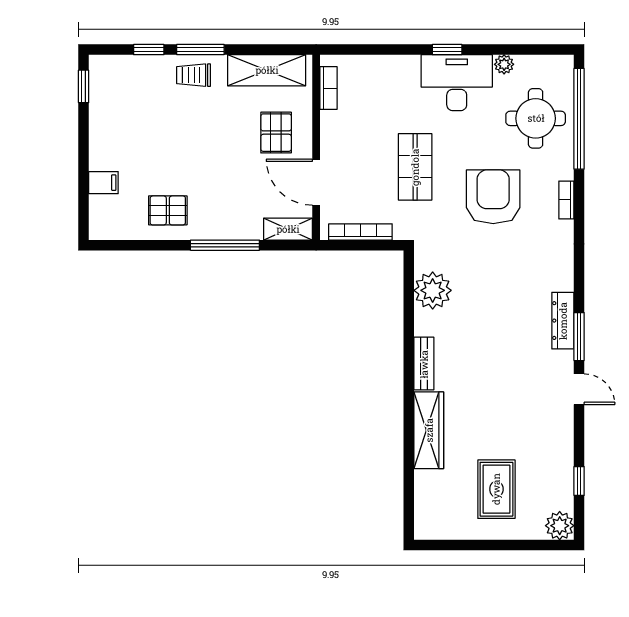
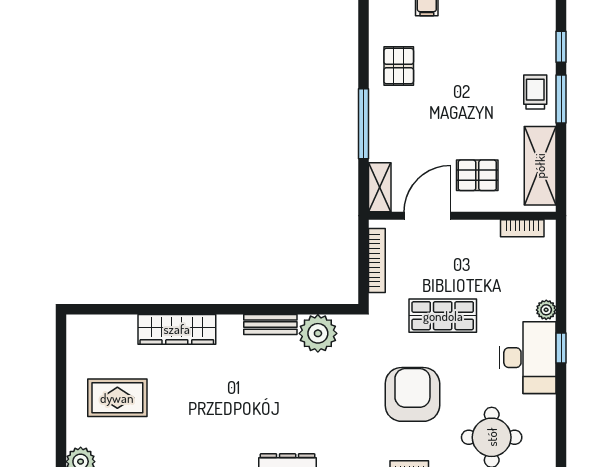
plant: (504, 64) -> (546, 310), moved
armchair: (493, 197) -> (412, 394), turned -90
bench: (424, 364) -> (270, 325), moved

